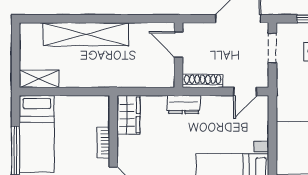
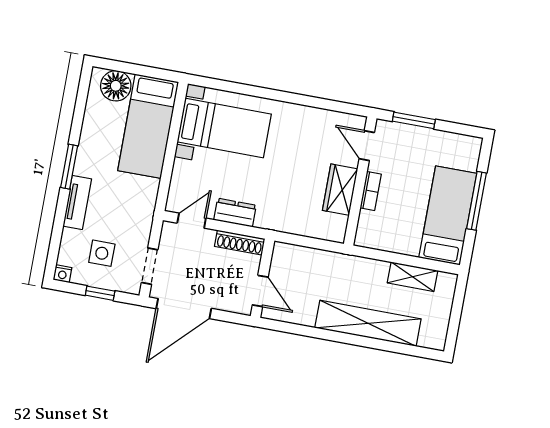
shelving: (39, 79) -> (412, 277), moved
dresser: (184, 105) -> (235, 213), moved
wardrobe: (129, 115) -> (340, 190), moved

